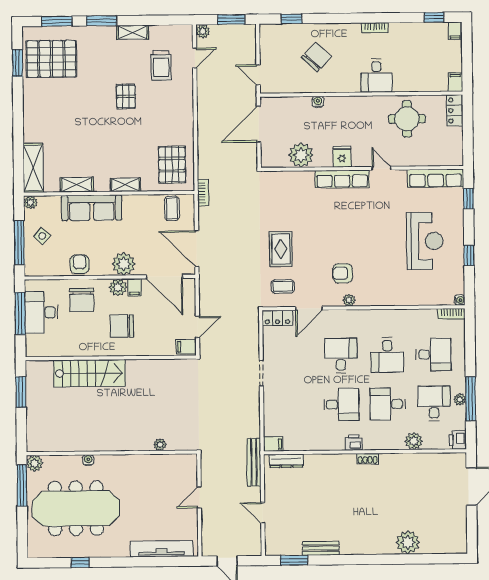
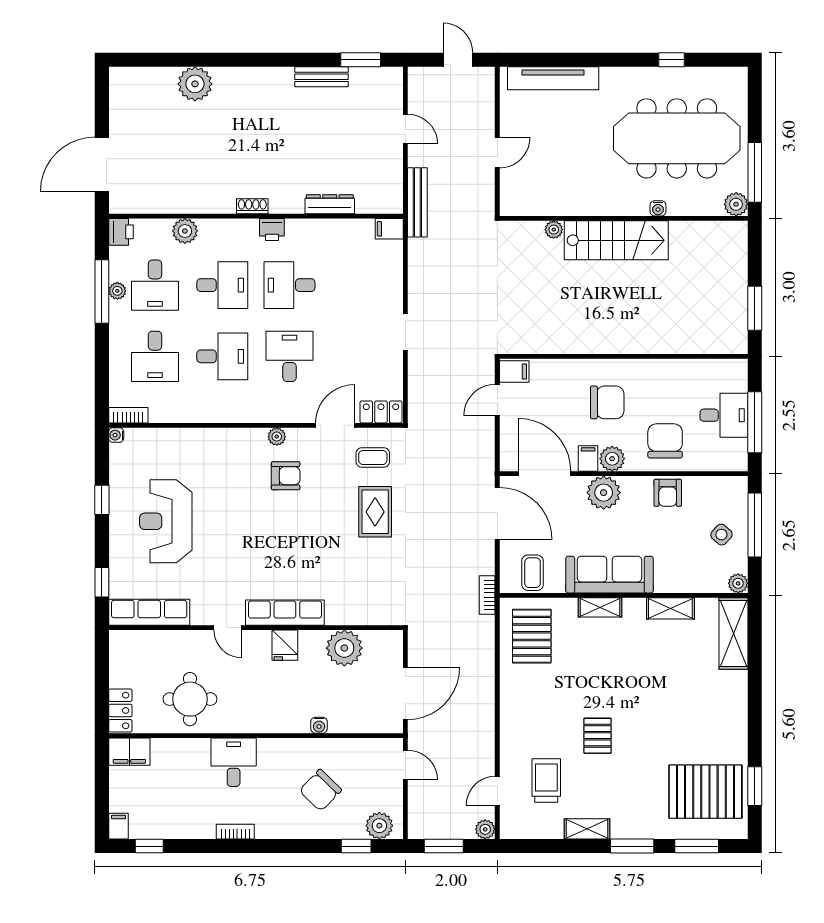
plant: (276, 33) -> (379, 826), added
filing cabinet: (455, 82) -> (129, 752), width x2.00
sofa: (92, 208) -> (609, 575), moved
desk: (41, 312) -> (724, 415), width x0.73
desk: (387, 355) -> (222, 356), turned 90
desk: (433, 355) -> (155, 356), turned -90
desk: (341, 356) -> (290, 356), turned 180
stairs: (89, 373) -> (616, 240), moved, turned 180
dresser: (286, 461) -> (330, 204), moved

